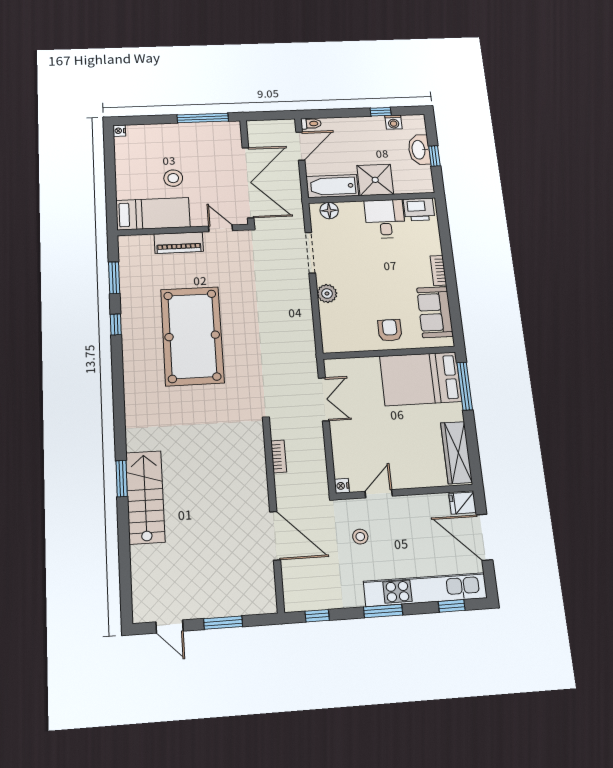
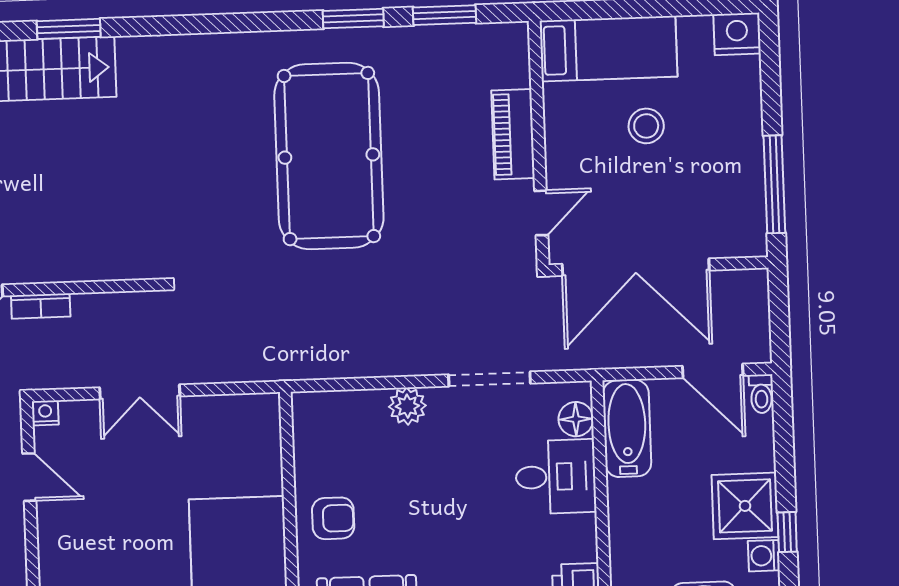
nightstand: (119, 131) -> (737, 34), width x1.89, depth x1.79
shower: (375, 180) -> (745, 506), moved
bed: (153, 214) -> (608, 49), moved, turned -90
desk: (385, 219) -> (556, 477), moved
window: (116, 325) -> (353, 19), width x1.50
pool table: (192, 336) -> (329, 156), turned 90
double door: (324, 399) -> (140, 392), moved
bookcase: (279, 456) -> (41, 306), moved

